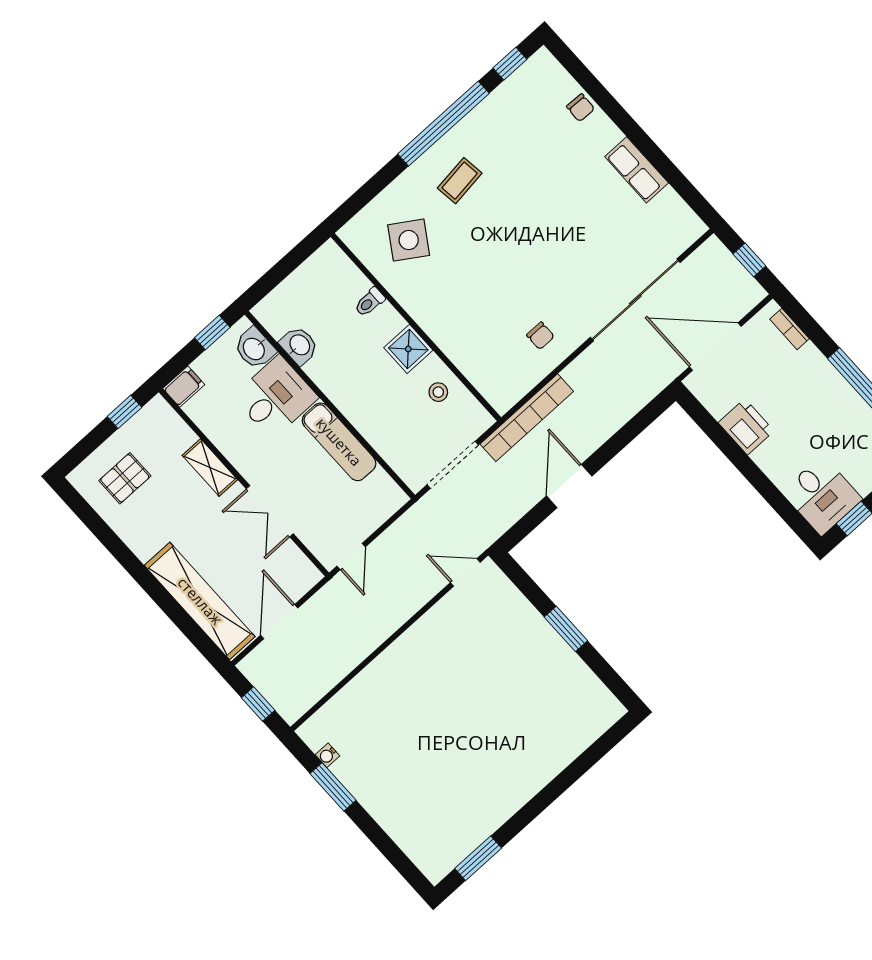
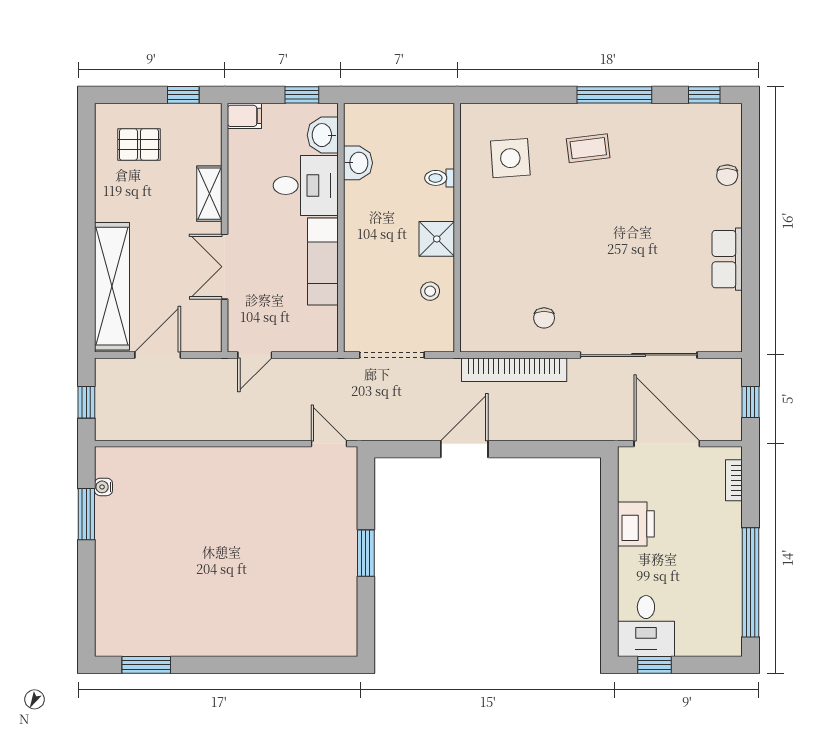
window: (443, 124) -> (614, 95), width x0.68
side table: (409, 240) -> (510, 158), turned -37
bookcase: (527, 418) -> (514, 370), moved

